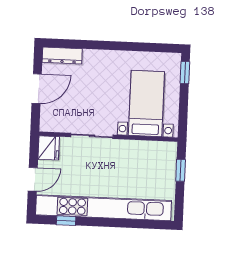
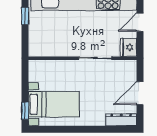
bed with nightstands: (146, 103) -> (54, 104), moved, turned -90
window: (181, 170) -> (25, 16), moved

